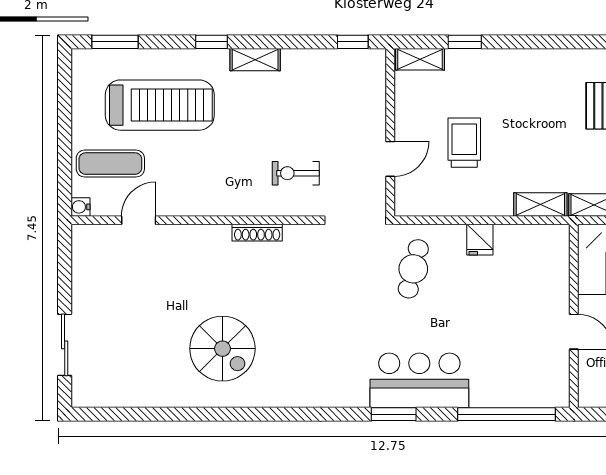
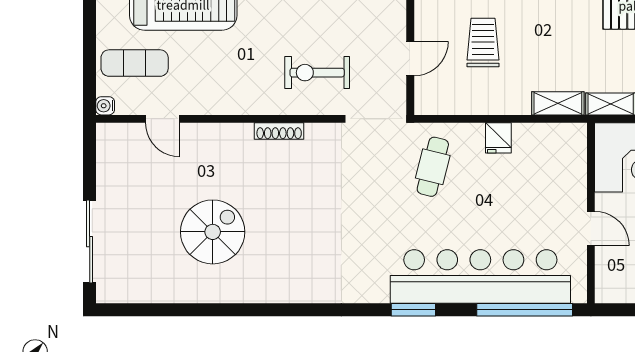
exercise bike: (296, 173) -> (317, 73), width x1.38, depth x1.39
door: (139, 220) -> (162, 119), swing flipped
sliding door: (65, 345) -> (90, 242), width x1.37
spiral stairs: (222, 349) -> (213, 232), moved, turned -90
bar counter: (419, 380) -> (480, 276), width x1.86

